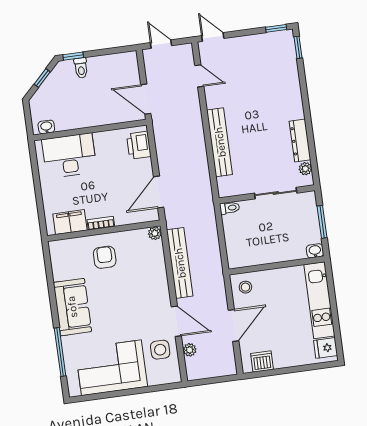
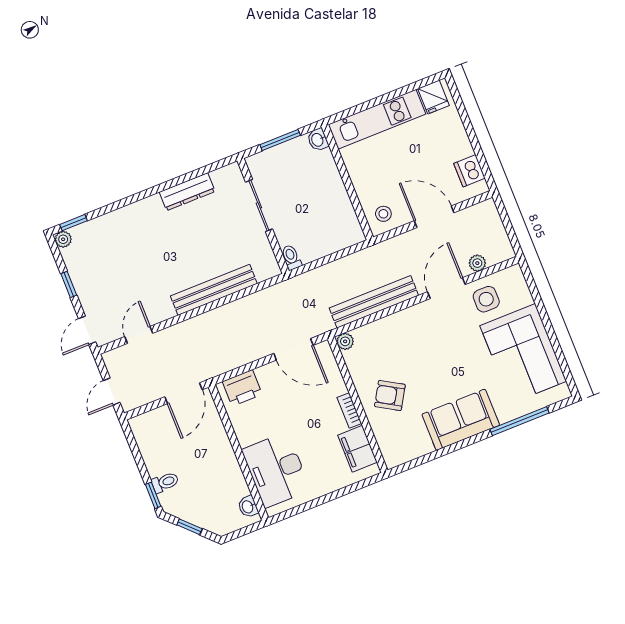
window: (276, 28) -> (69, 284), moved
plant: (305, 169) -> (63, 239), moved
armchair: (105, 257) -> (390, 395), turned 31

